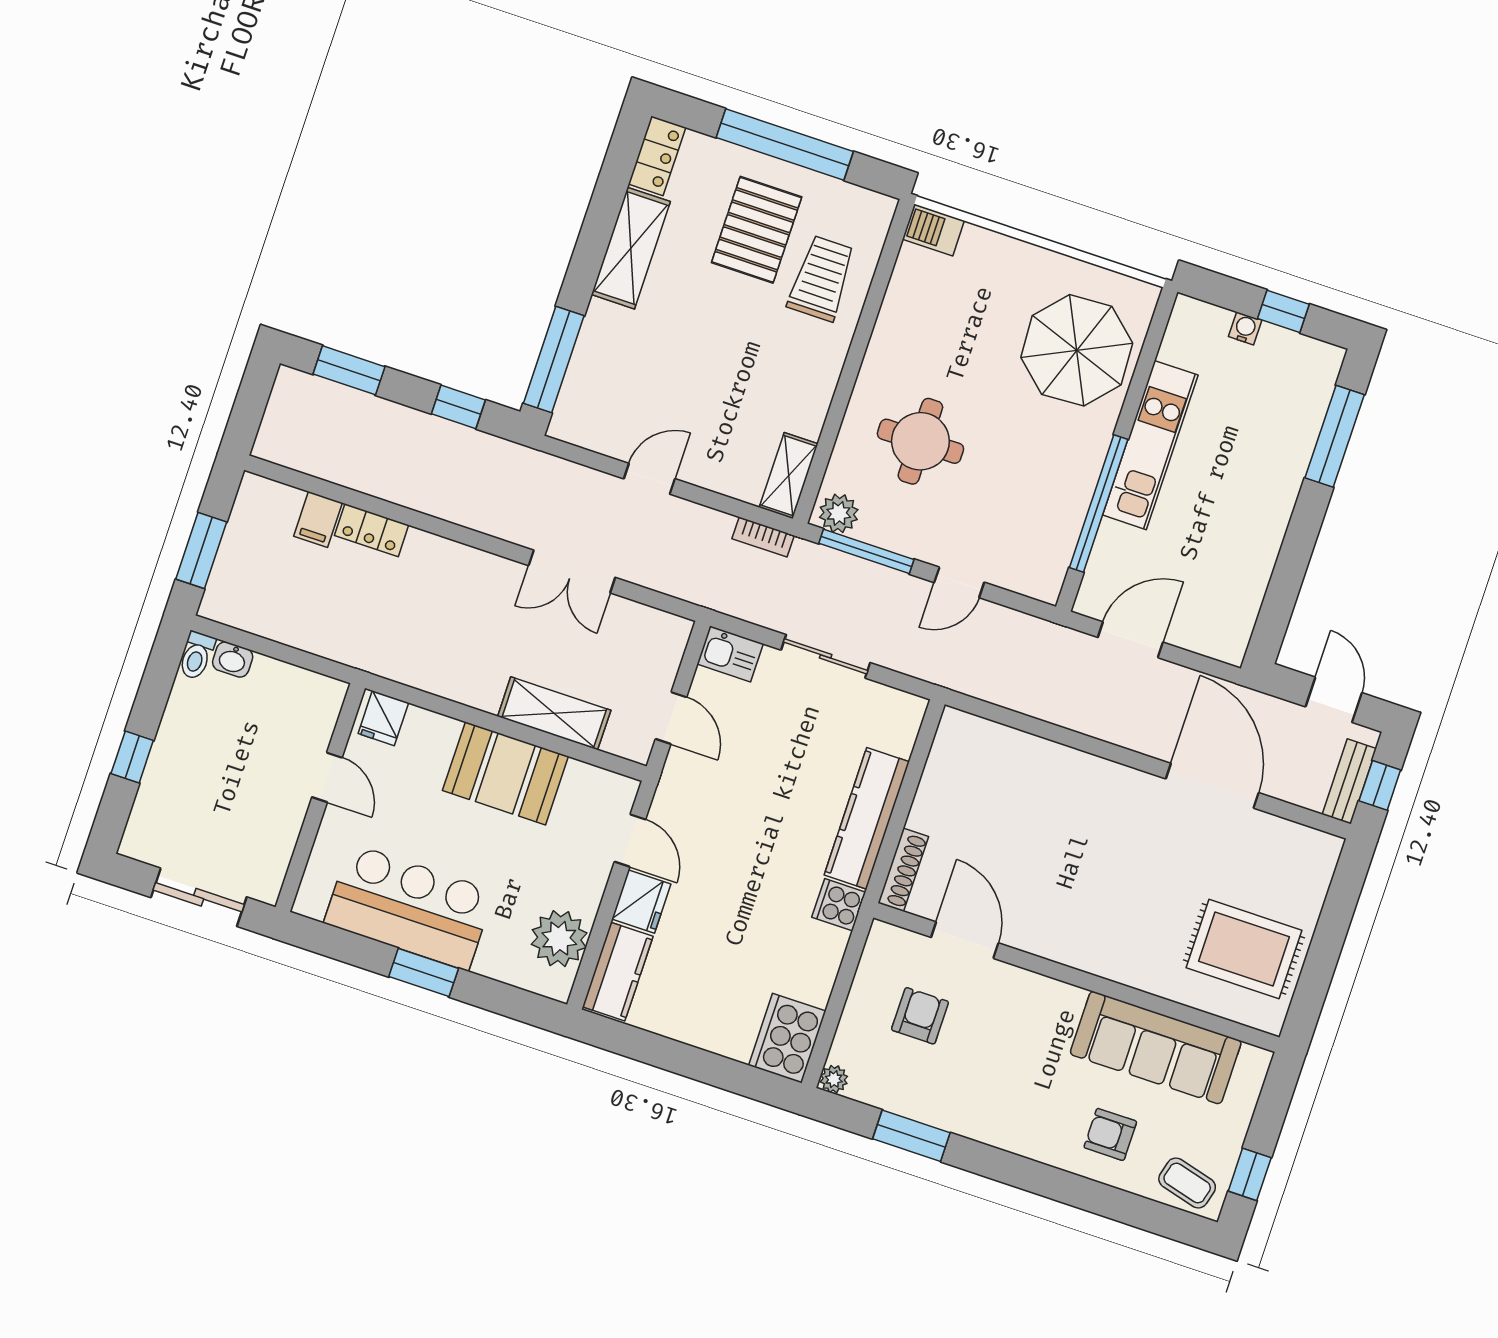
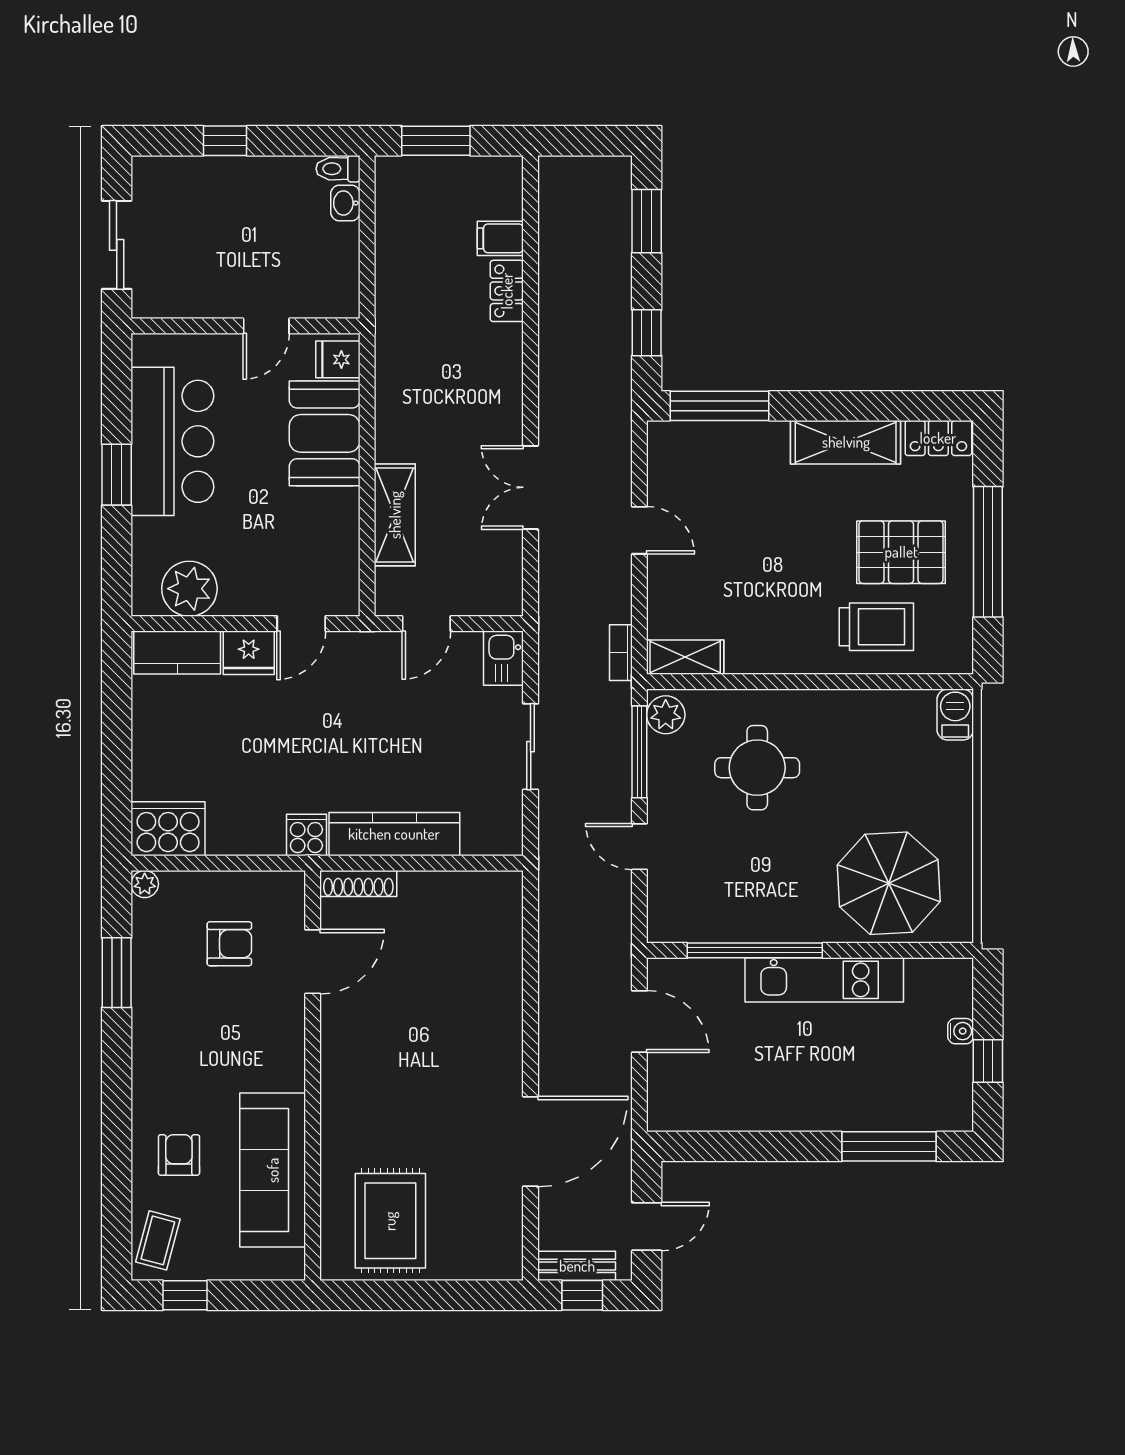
booth: (505, 773) -> (325, 433), moved

